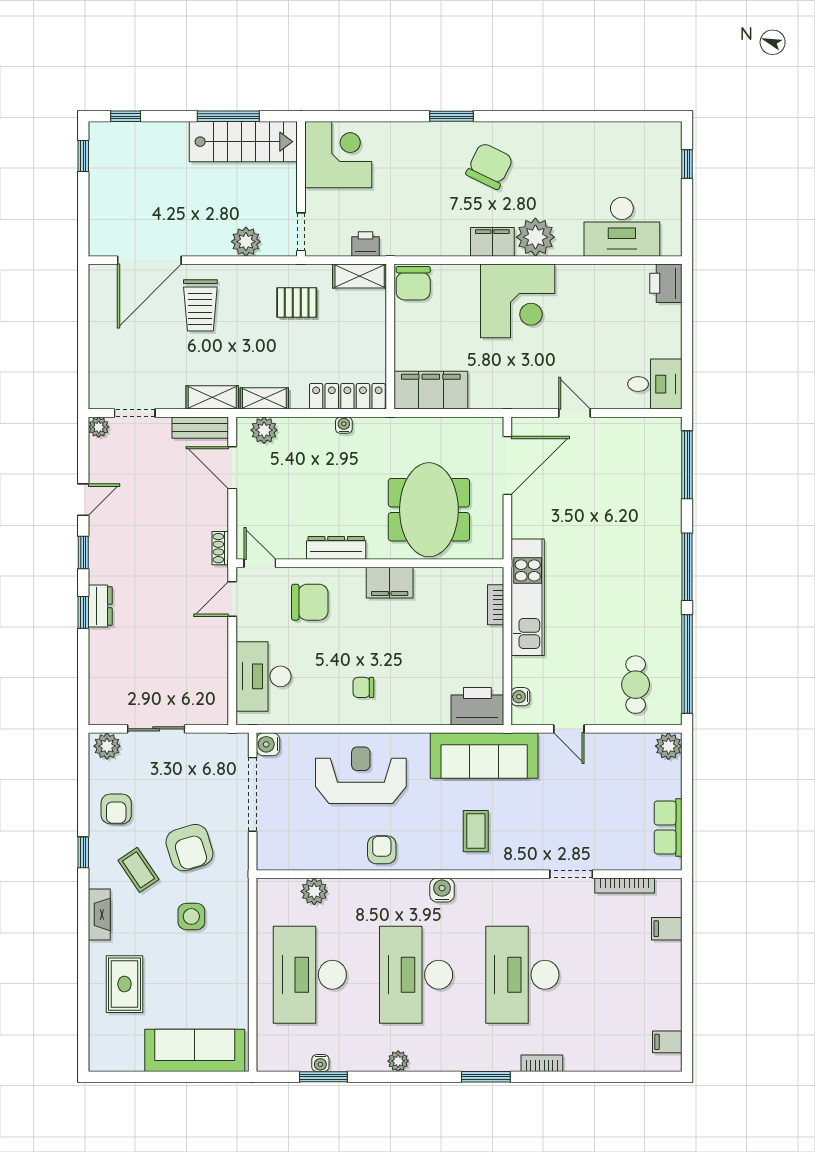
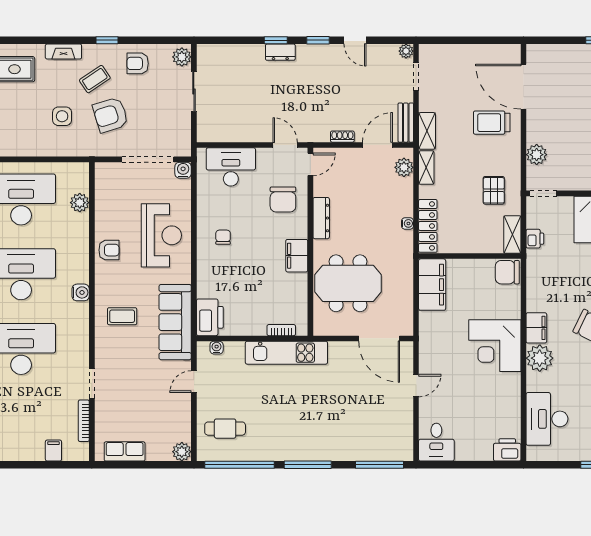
shoe rack: (220, 548) -> (342, 137), moved

